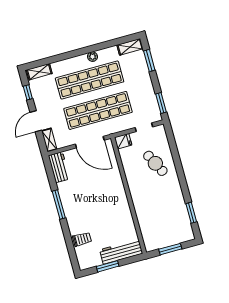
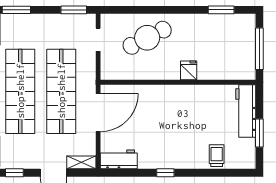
fridge: (123, 141) -> (189, 70), moved
cafe table: (155, 163) -> (147, 38), width x1.37, depth x1.35
window: (59, 205) -> (165, 173), width x0.46
window: (170, 249) -> (259, 49), width x1.44

